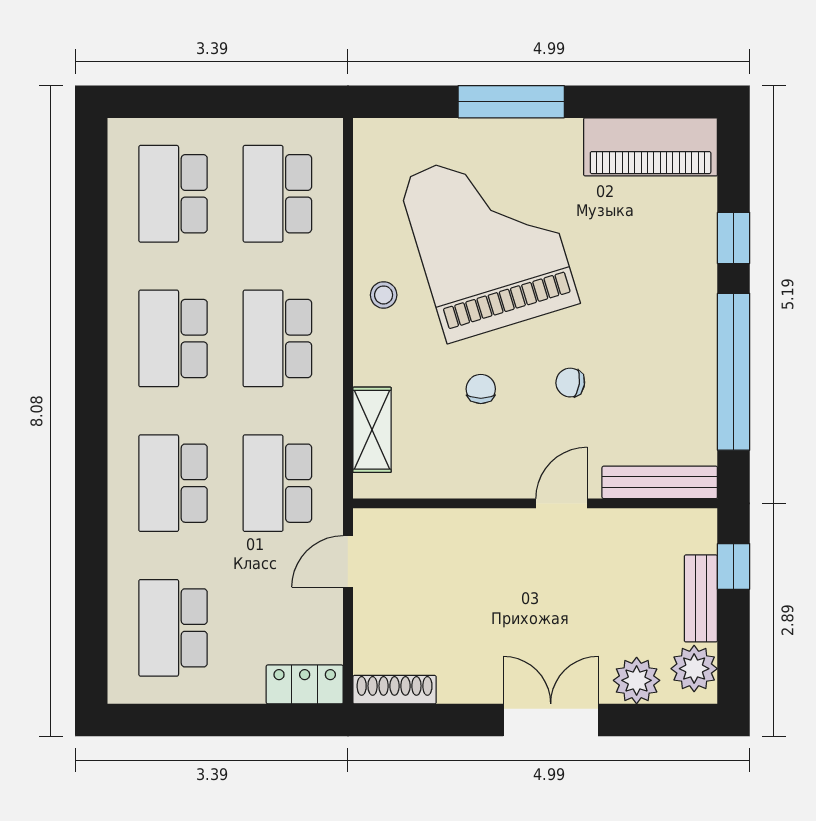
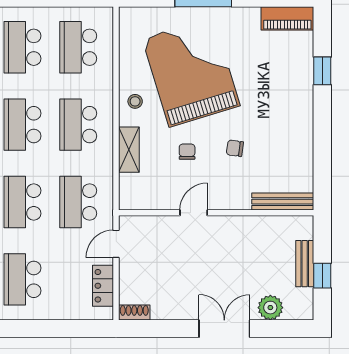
piano: (651, 147) -> (287, 18), width x0.73, depth x0.75
window: (734, 372) -> (322, 142), removed
shelving: (372, 430) -> (129, 150), moved
door: (561, 503) -> (194, 213), moved
window: (734, 566) -> (322, 276), moved
plant: (694, 669) -> (301, 301), removed
locker: (305, 684) -> (103, 286), moved, turned -90
shoe rack: (395, 690) -> (134, 312), width x0.70

